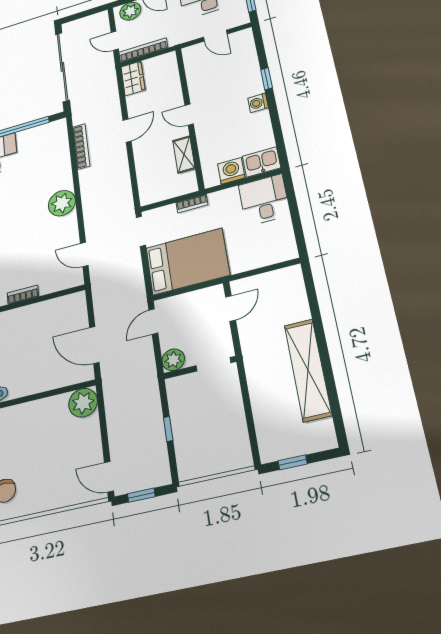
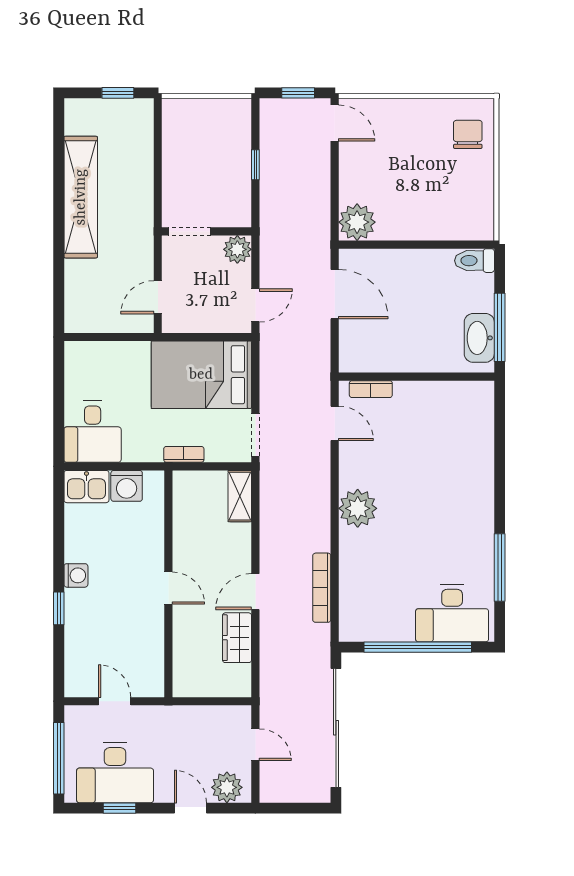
bookcase: (143, 50) -> (217, 714), removed
wardrobe: (133, 78) -> (237, 638), moved
shelving: (184, 154) -> (240, 496), moved
bookcase: (23, 295) -> (371, 389), moved

